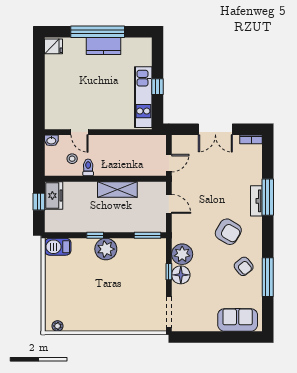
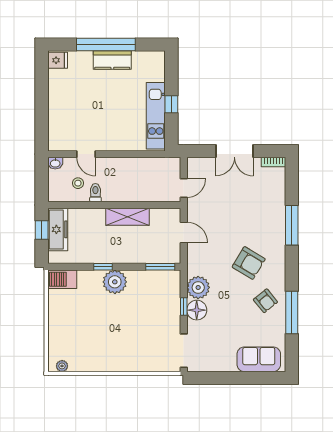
freezer: (54, 196) -> (58, 229), width x1.40
tv unit: (256, 201) -> (279, 229), removed

